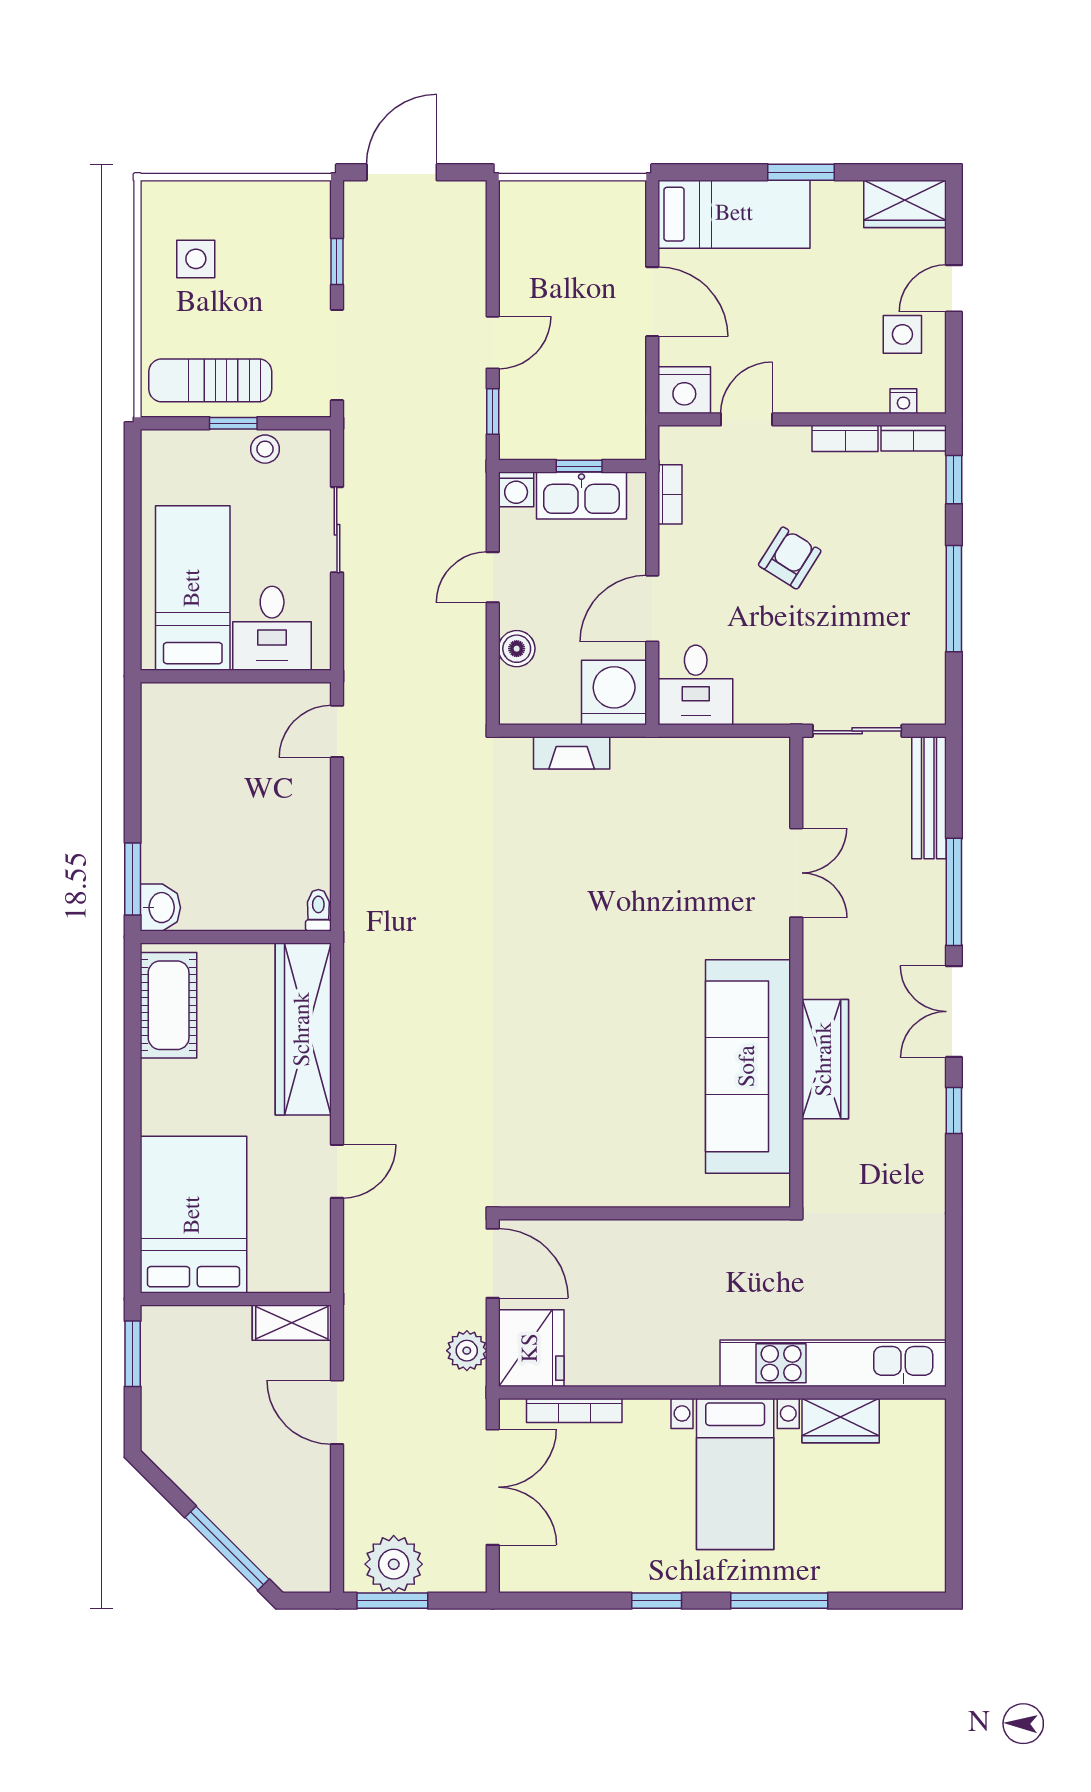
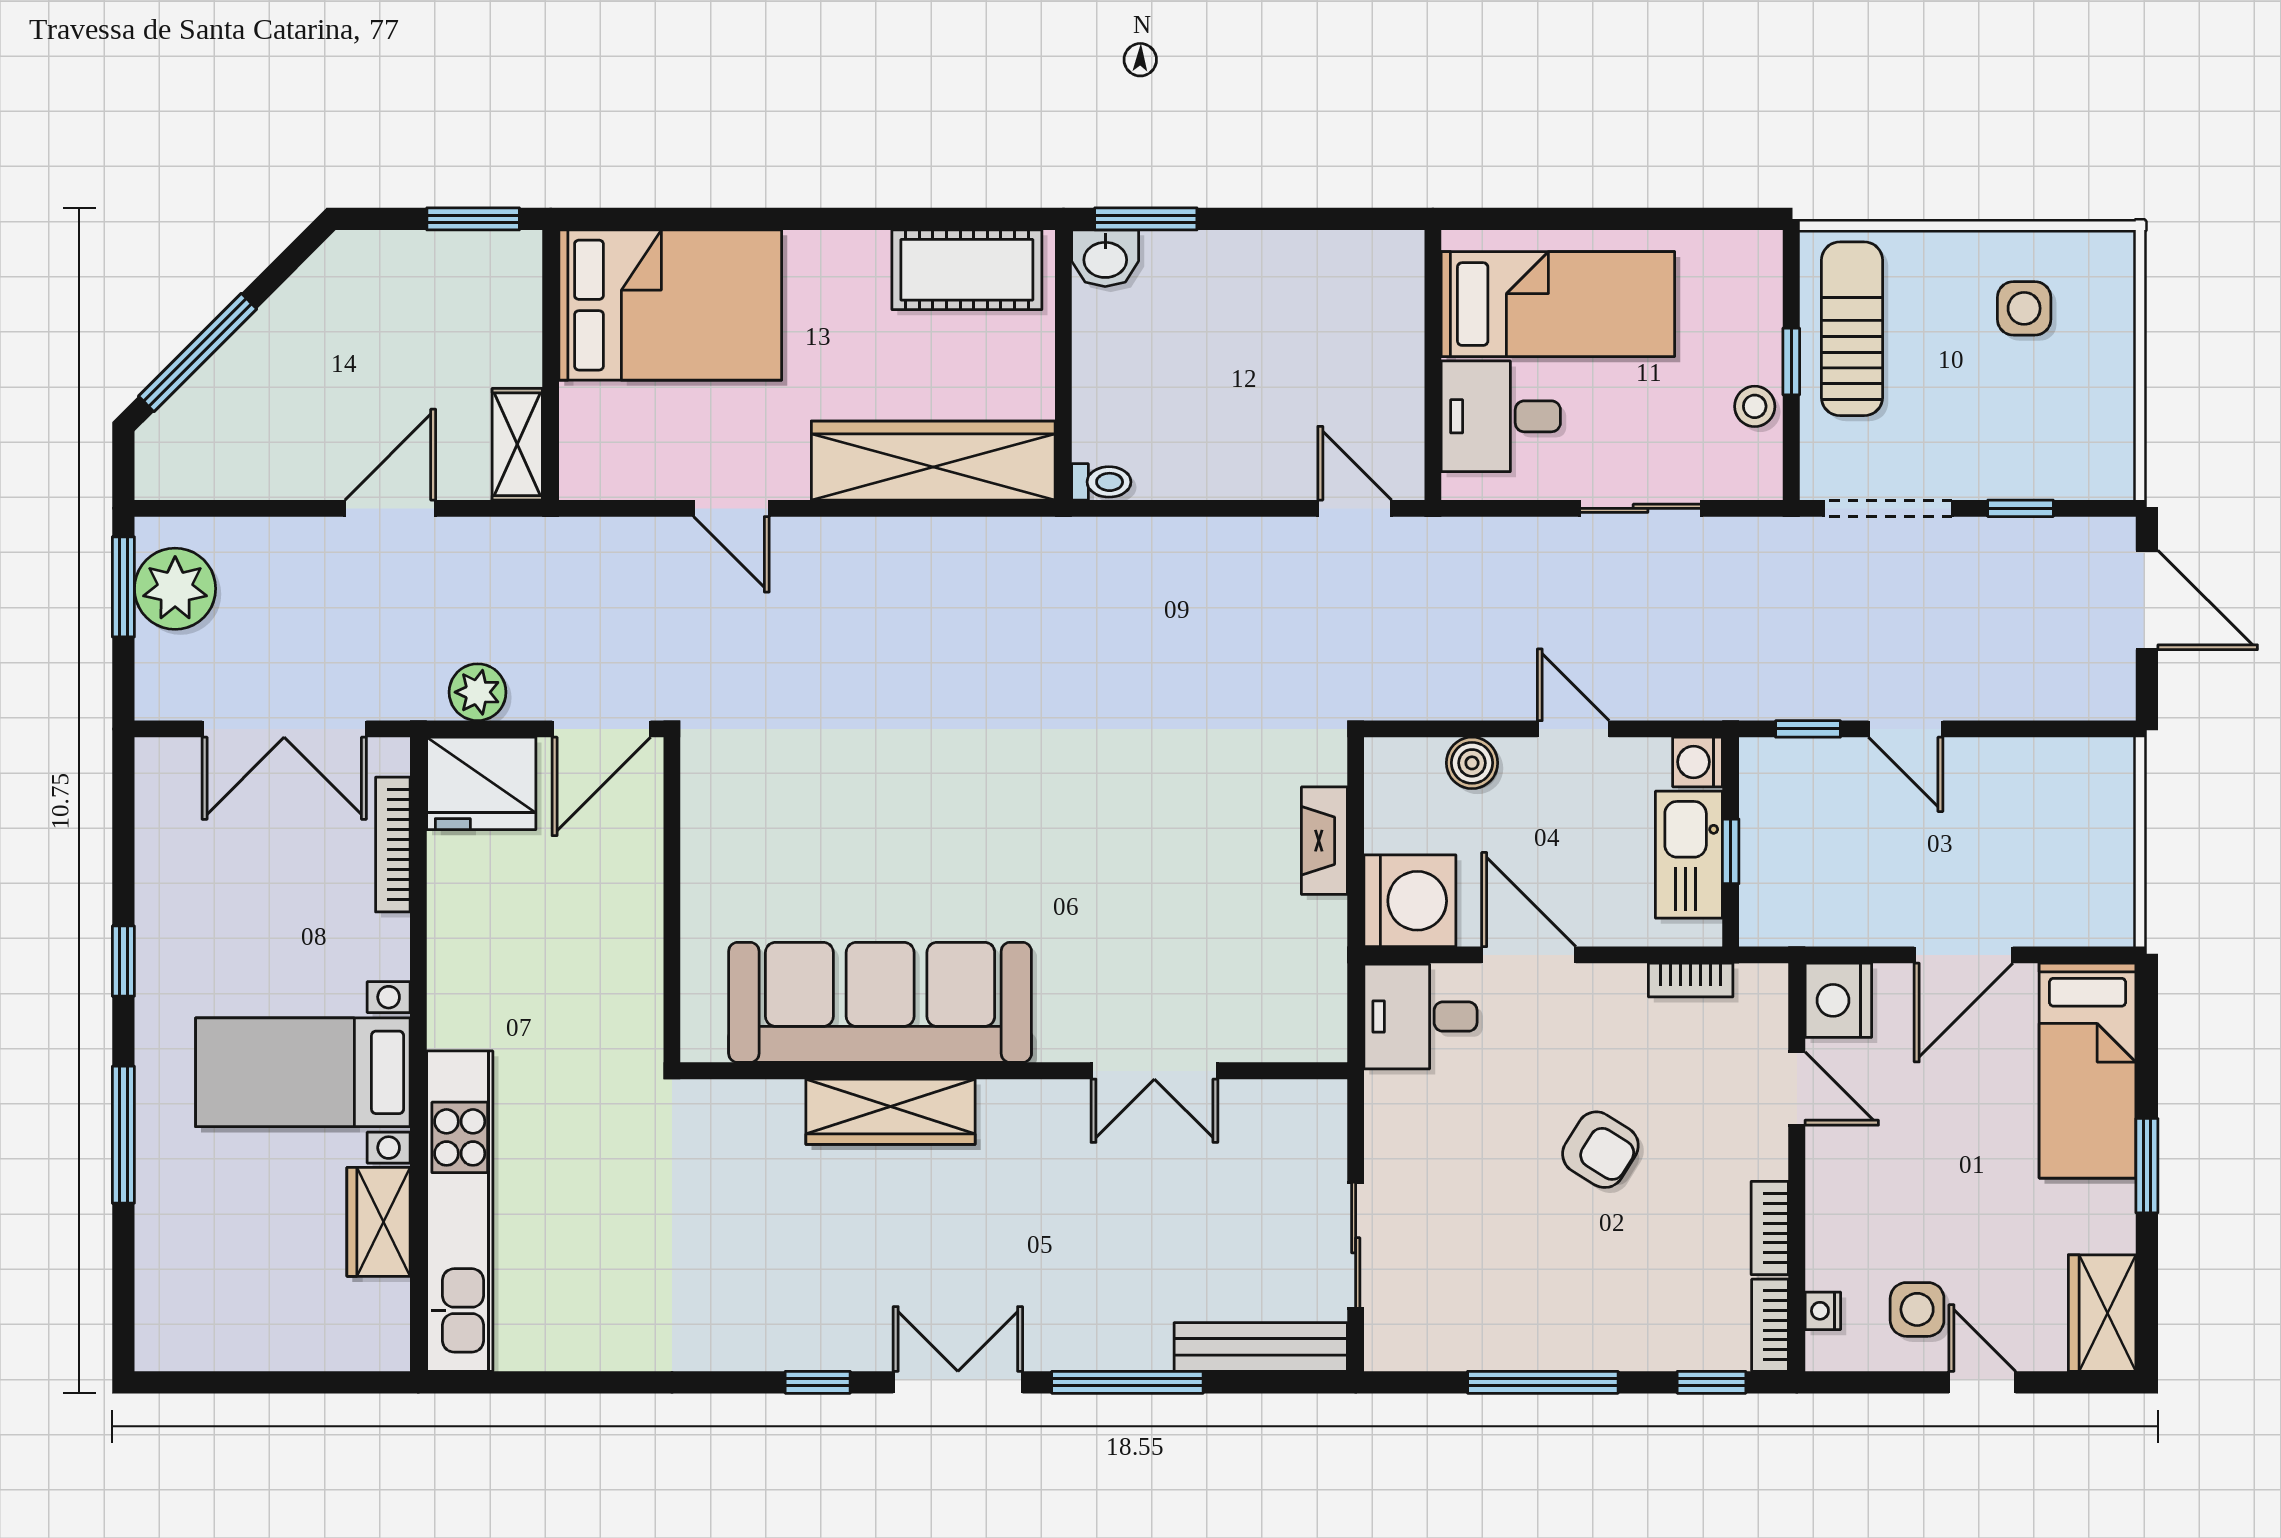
double door: (796, 873) -> (1154, 1071), moved
wall: (796, 972) -> (1014, 1071), moved
wardrobe: (825, 1059) -> (891, 1112), moved
sofa: (748, 1066) -> (880, 1002), moved

